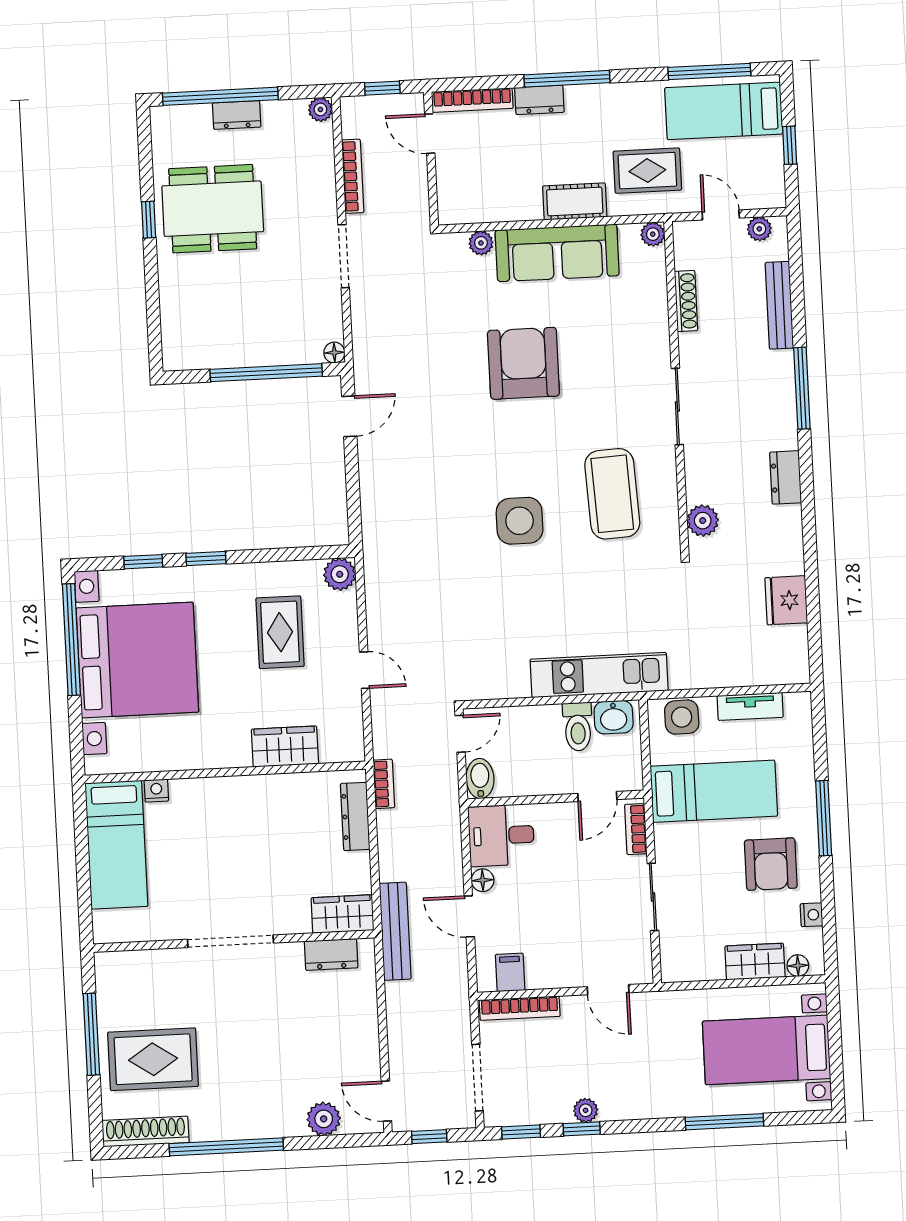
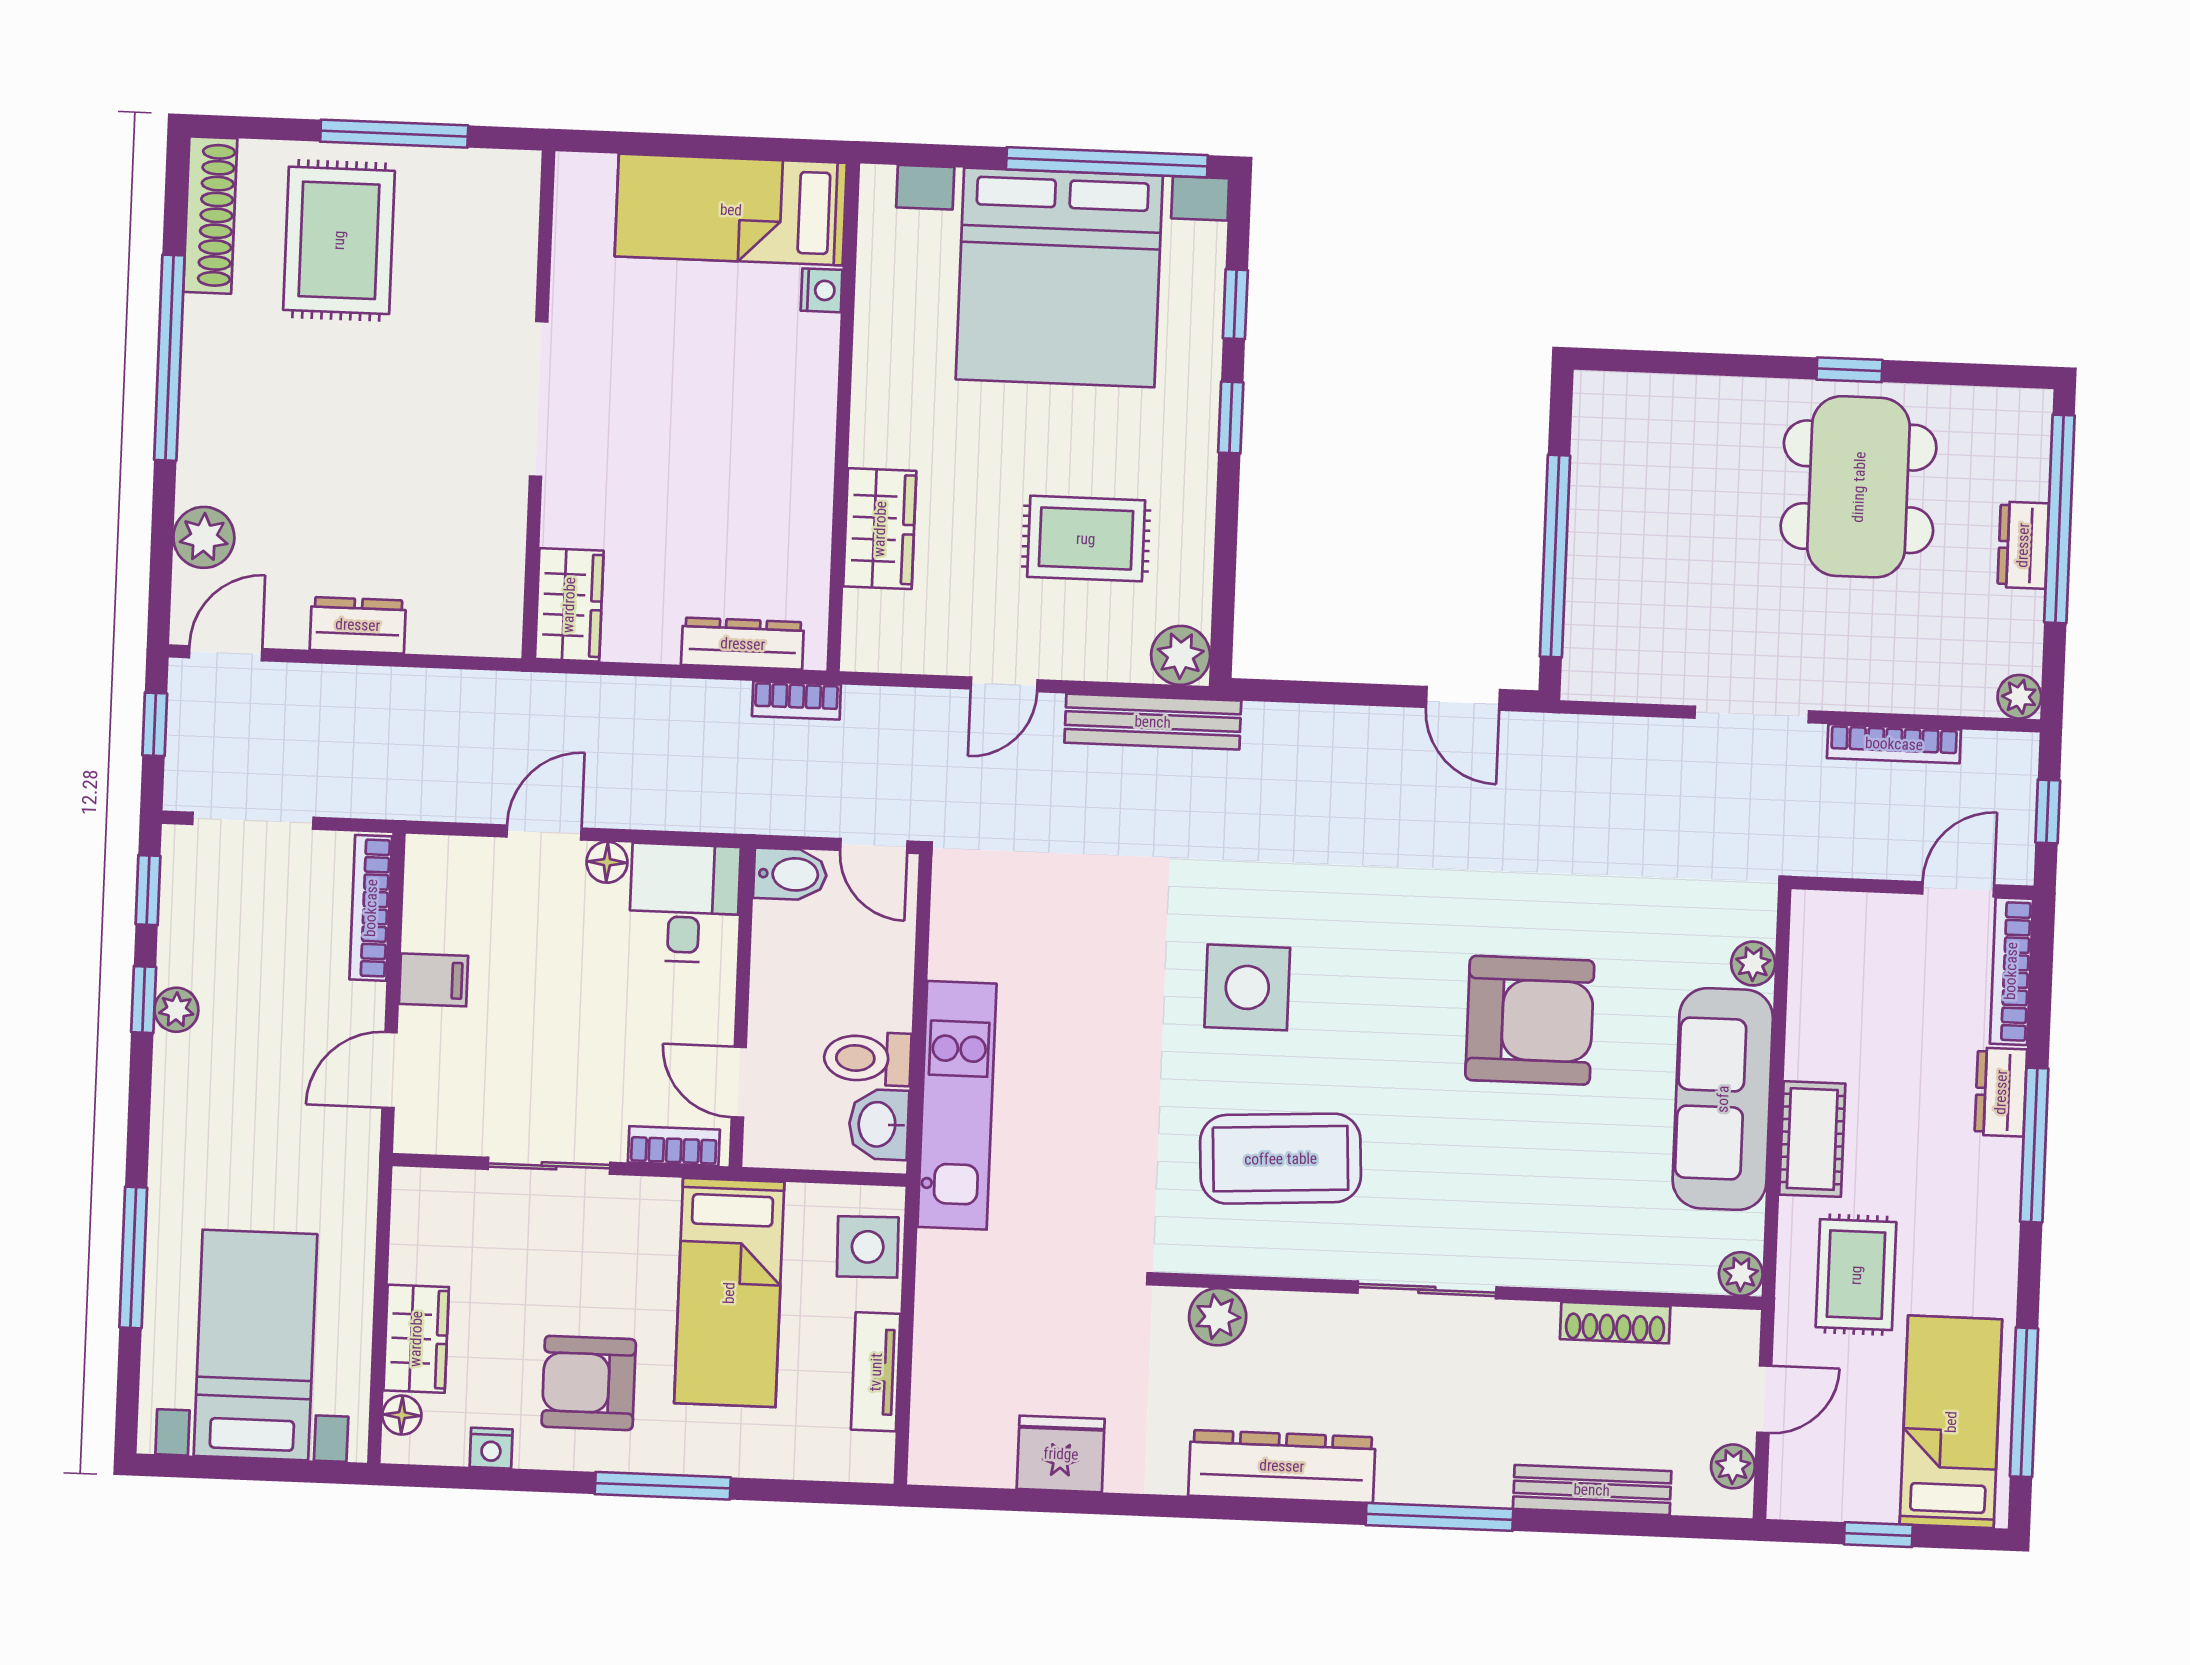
floor lamp: (334, 353) -> (1580, 682), removed
dresser: (786, 477) -> (1282, 1466), width x1.96, depth x1.24
bench: (395, 931) -> (1153, 722), moved
dresser: (331, 954) -> (358, 625), moved, turned 90
filing cabinet: (510, 972) -> (433, 980), moved

